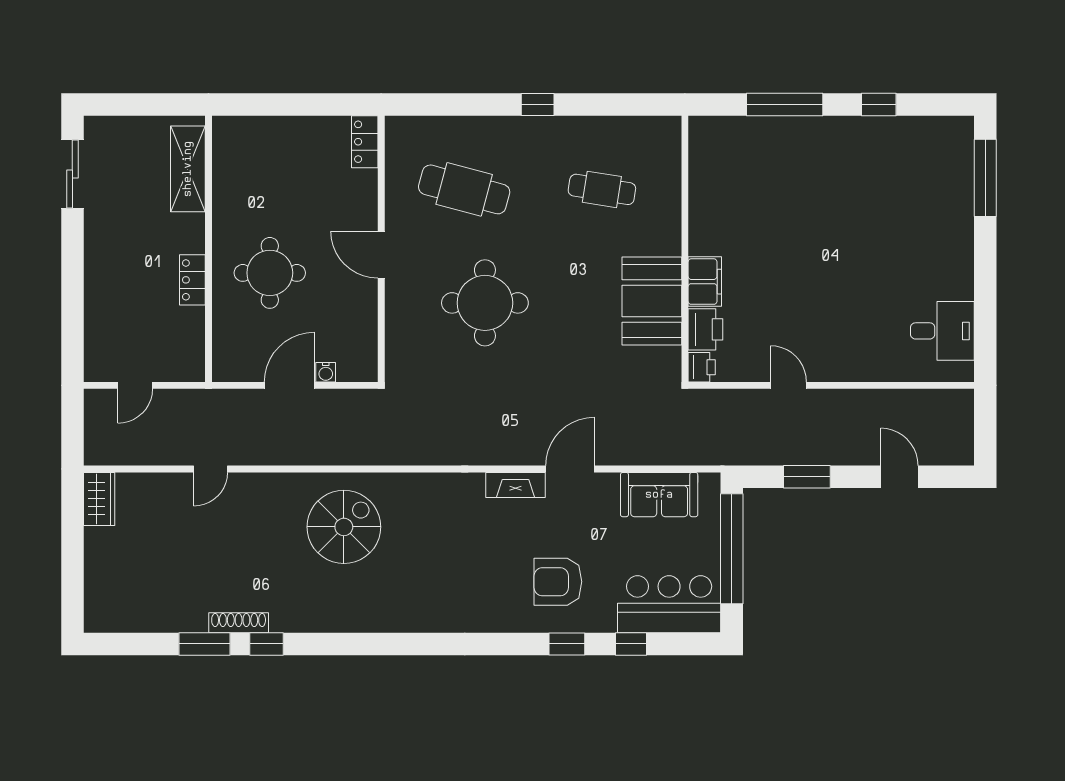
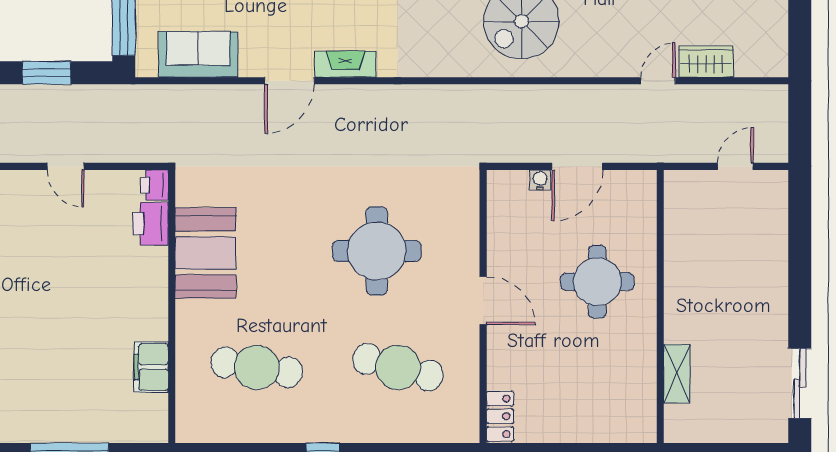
shelving: (188, 169) -> (677, 374), width x0.67, depth x0.75
cafe table: (602, 189) -> (257, 367), width x1.37, depth x1.35
locker: (192, 280) -> (677, 275), removed
filing cabinet: (705, 282) -> (151, 367), moved
wardrobe: (99, 499) -> (706, 61), moved, turned 90

